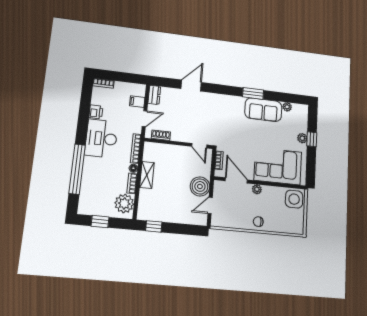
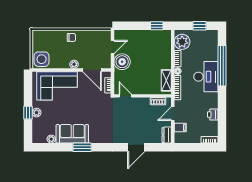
desk: (101, 138) -> (206, 77), moved
shelving: (147, 175) -> (166, 80), moved

